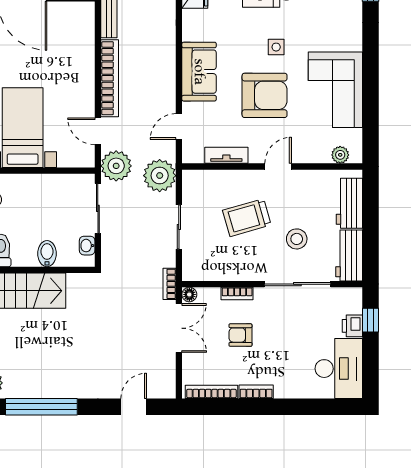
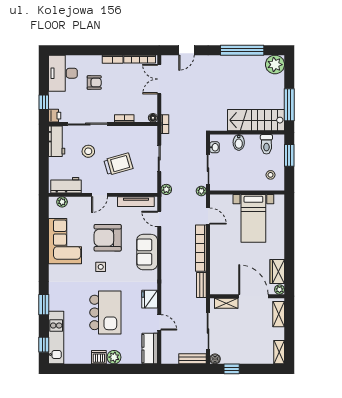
door: (179, 127) -> (159, 219), swing flipped
tv unit: (226, 155) -> (136, 202), width x1.41
plant: (116, 166) -> (201, 191), width x0.53, depth x0.53
plant: (160, 176) -> (166, 189), width x0.53, depth x0.53
workbench: (349, 203) -> (66, 185), moved, turned -90
printer: (352, 326) -> (55, 116), moved
double door: (179, 328) -> (159, 79), moved
armchair: (240, 335) -> (94, 83), moved

